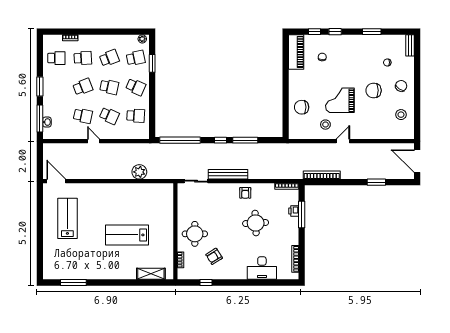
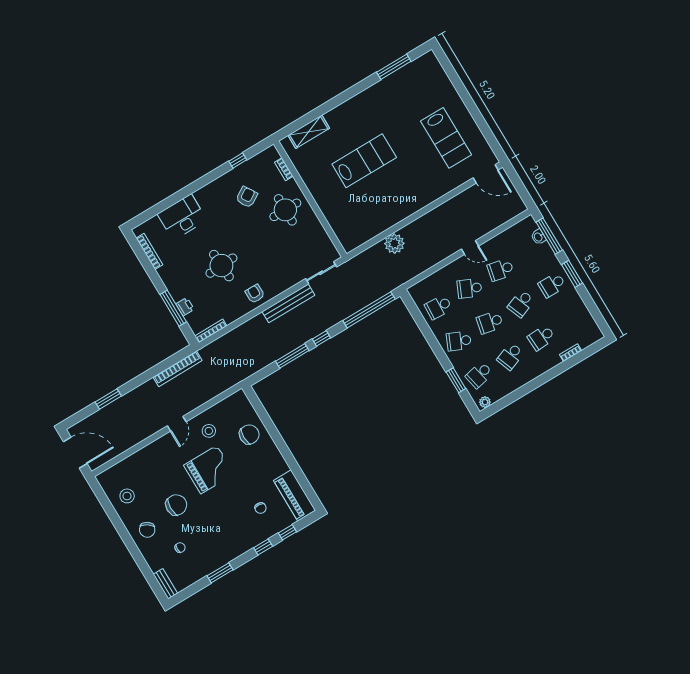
school desk: (56, 58) -> (552, 285), moved

